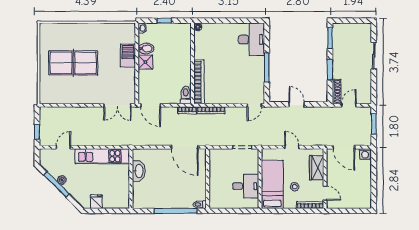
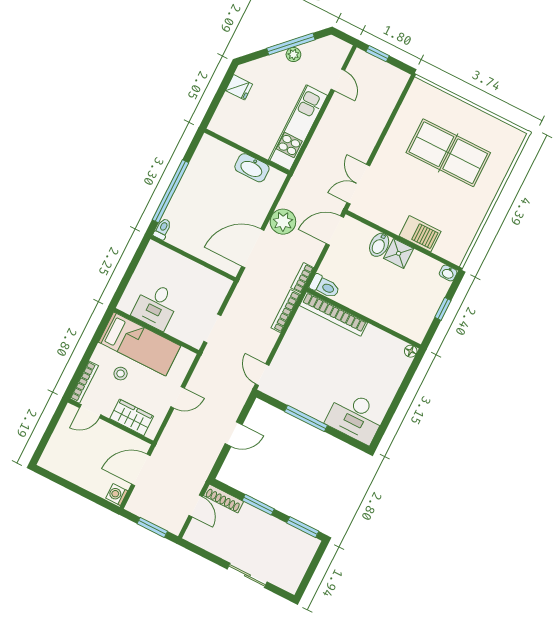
bidet: (146, 48) -> (379, 245), moved
table tennis table: (73, 63) -> (448, 153), turned 90
plant: (161, 138) -> (283, 222), added

